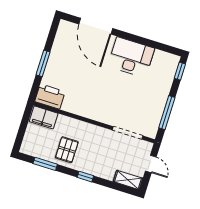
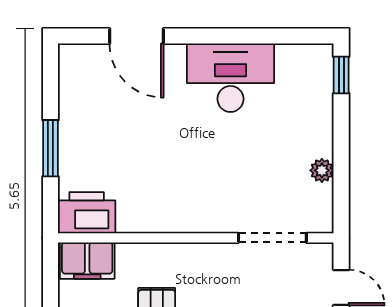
door: (96, 26) -> (136, 36), width x0.73
plant: (158, 110) -> (322, 170), added
window: (167, 113) -> (341, 170), removed

